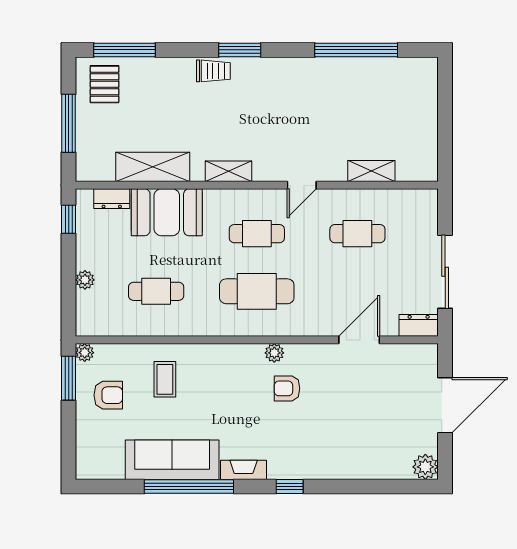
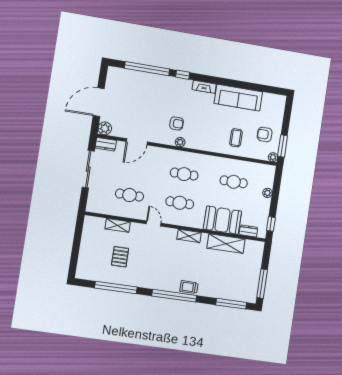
window: (240, 50) -> (174, 296), width x2.11
pallet: (105, 84) -> (120, 257), moved
window: (69, 123) -> (262, 284), moved
door: (302, 185) -> (154, 224), hinge flipped
cafe table: (257, 291) -> (184, 174), width x0.73, depth x0.74
plant: (425, 467) -> (105, 128), moved
window: (189, 487) -> (147, 69), moved

